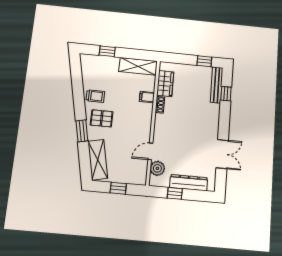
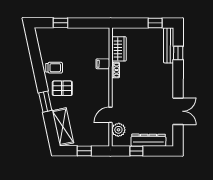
shelving: (138, 66) -> (92, 35), removed

